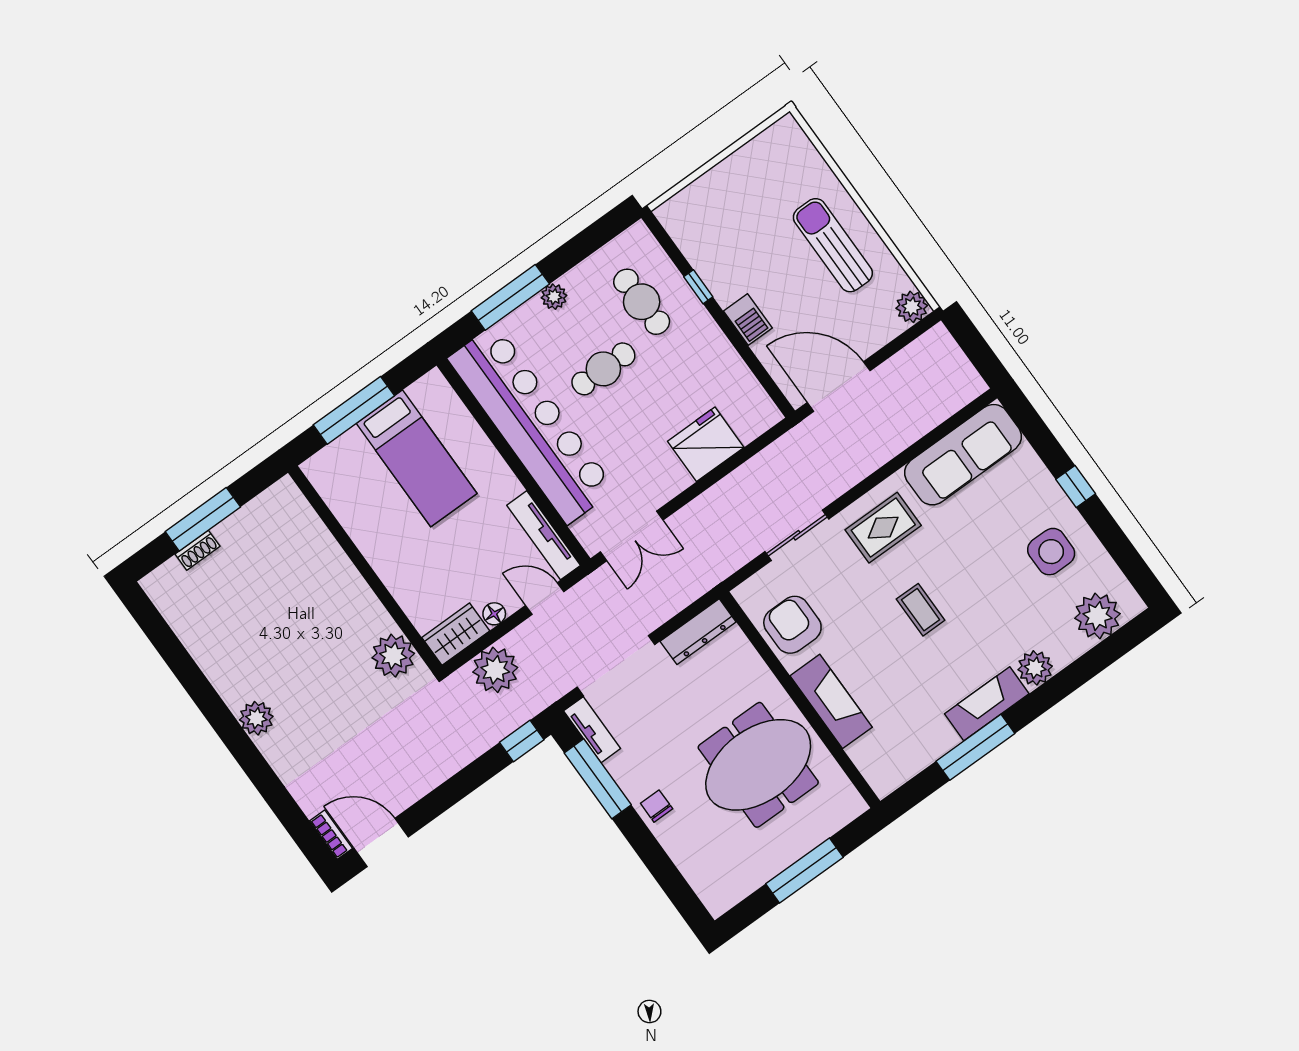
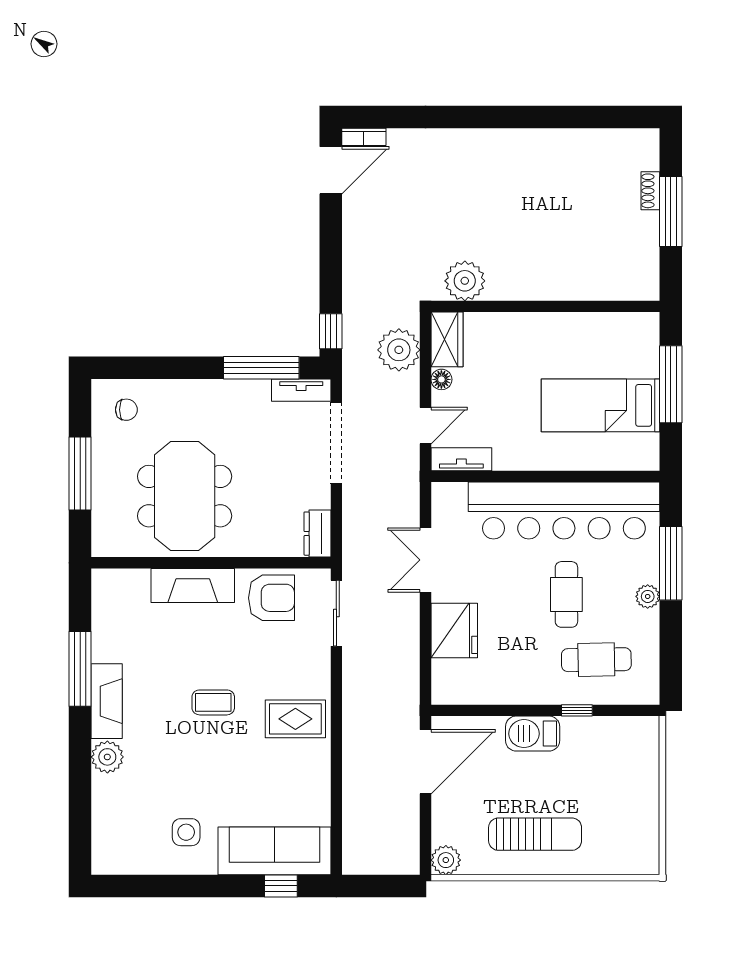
barbecue: (748, 320) -> (533, 734), width x1.38, depth x1.27
sofa: (963, 455) -> (274, 851), moved, turned 90
window: (1076, 487) -> (281, 886), moved
rug: (883, 528) -> (295, 719), turned 90
tv unit: (544, 535) -> (461, 459), width x0.71
sliding door: (797, 535) -> (336, 613), moved
double door: (632, 536) -> (426, 560), moved
side table: (1051, 552) -> (186, 832), width x0.73, depth x0.73
plant: (1097, 616) -> (113, 832), removed
dresser: (698, 632) -> (318, 534), width x0.70
plant: (256, 718) -> (492, 144), removed
chair: (657, 806) -> (126, 410), moved

